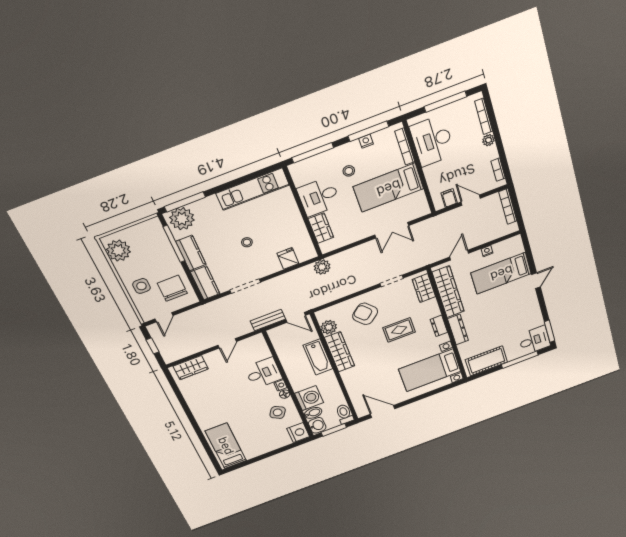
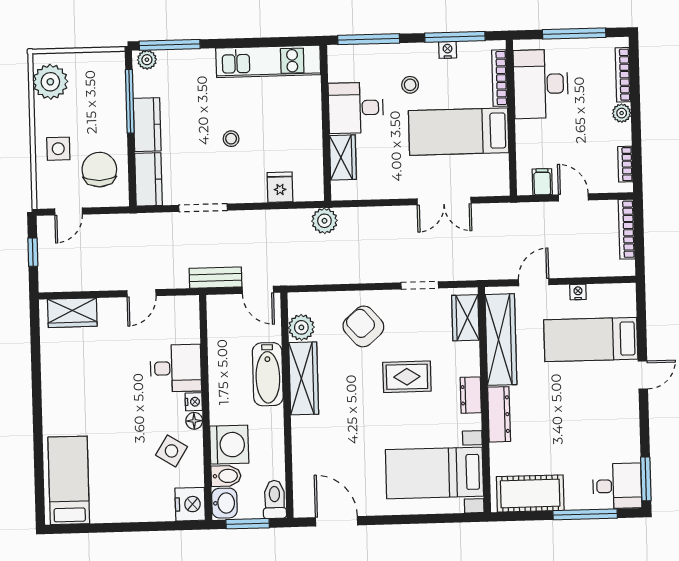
plant: (182, 219) -> (147, 60), width x0.53, depth x0.53

